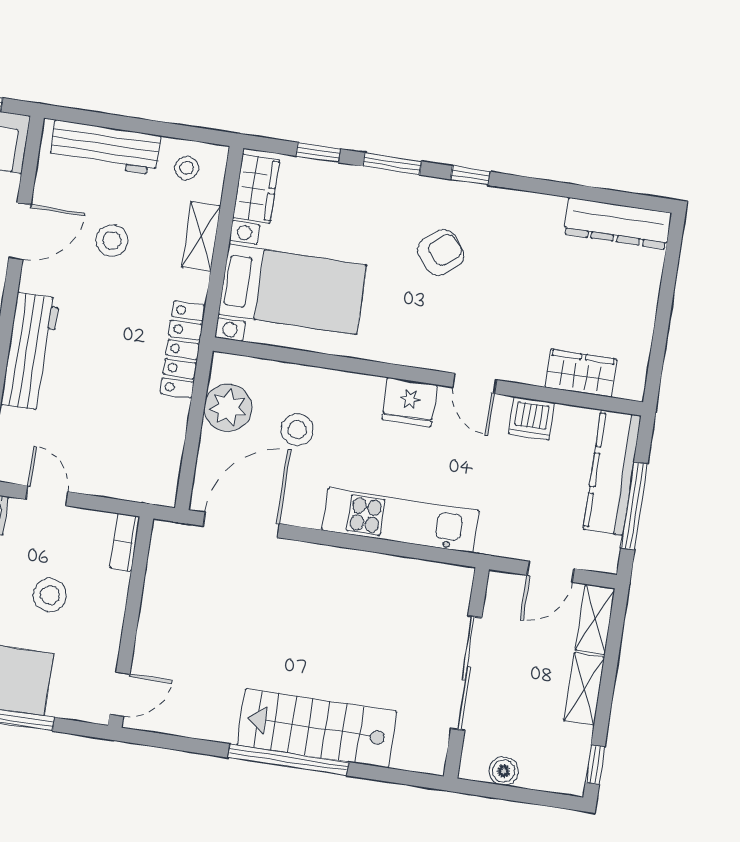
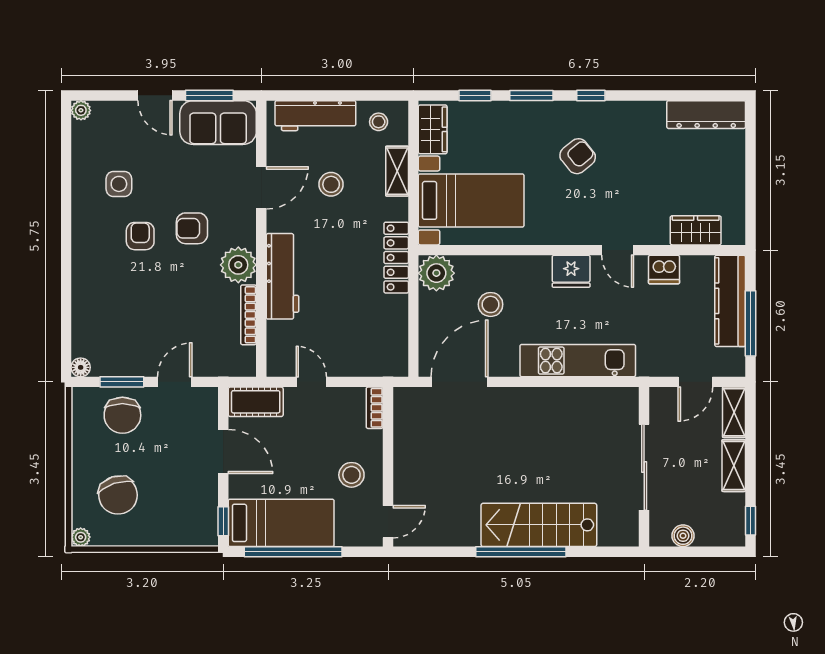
plant: (228, 408) -> (436, 273), moved
stool: (50, 595) -> (351, 475), moved

